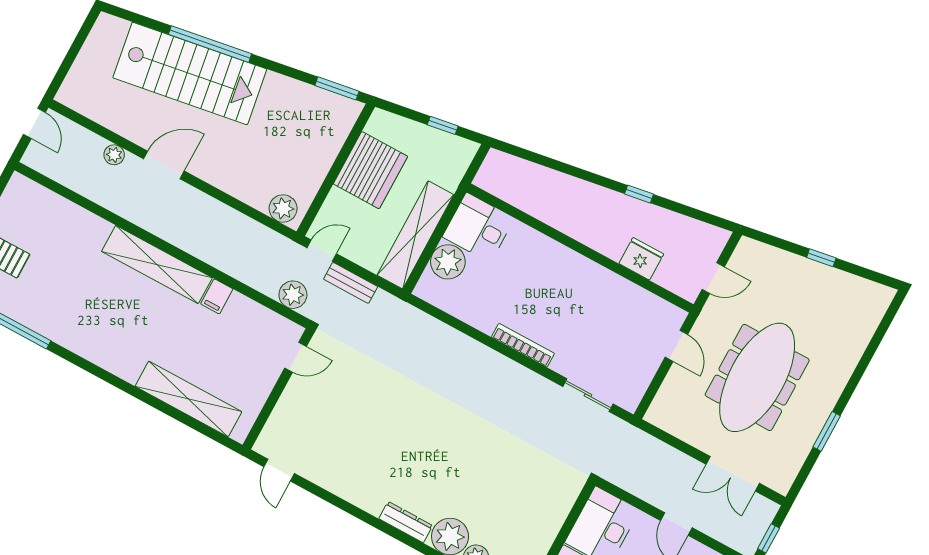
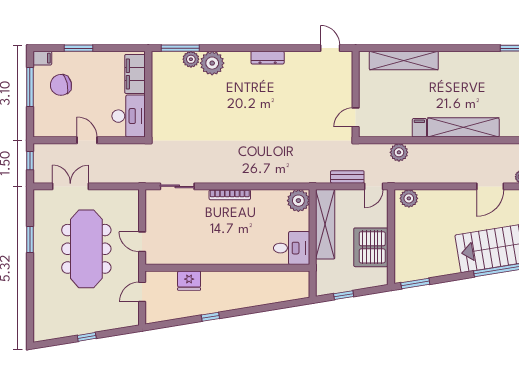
plant: (448, 262) -> (298, 201), moved
plant: (293, 295) -> (399, 152), moved
dresser: (406, 522) -> (268, 58), moved

